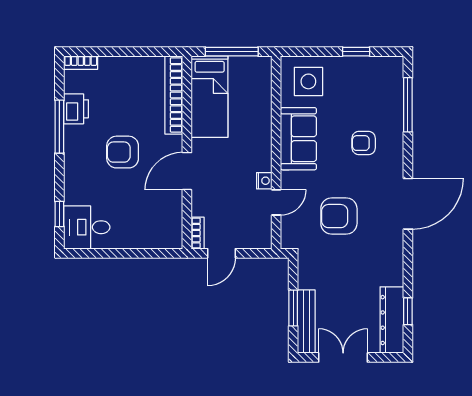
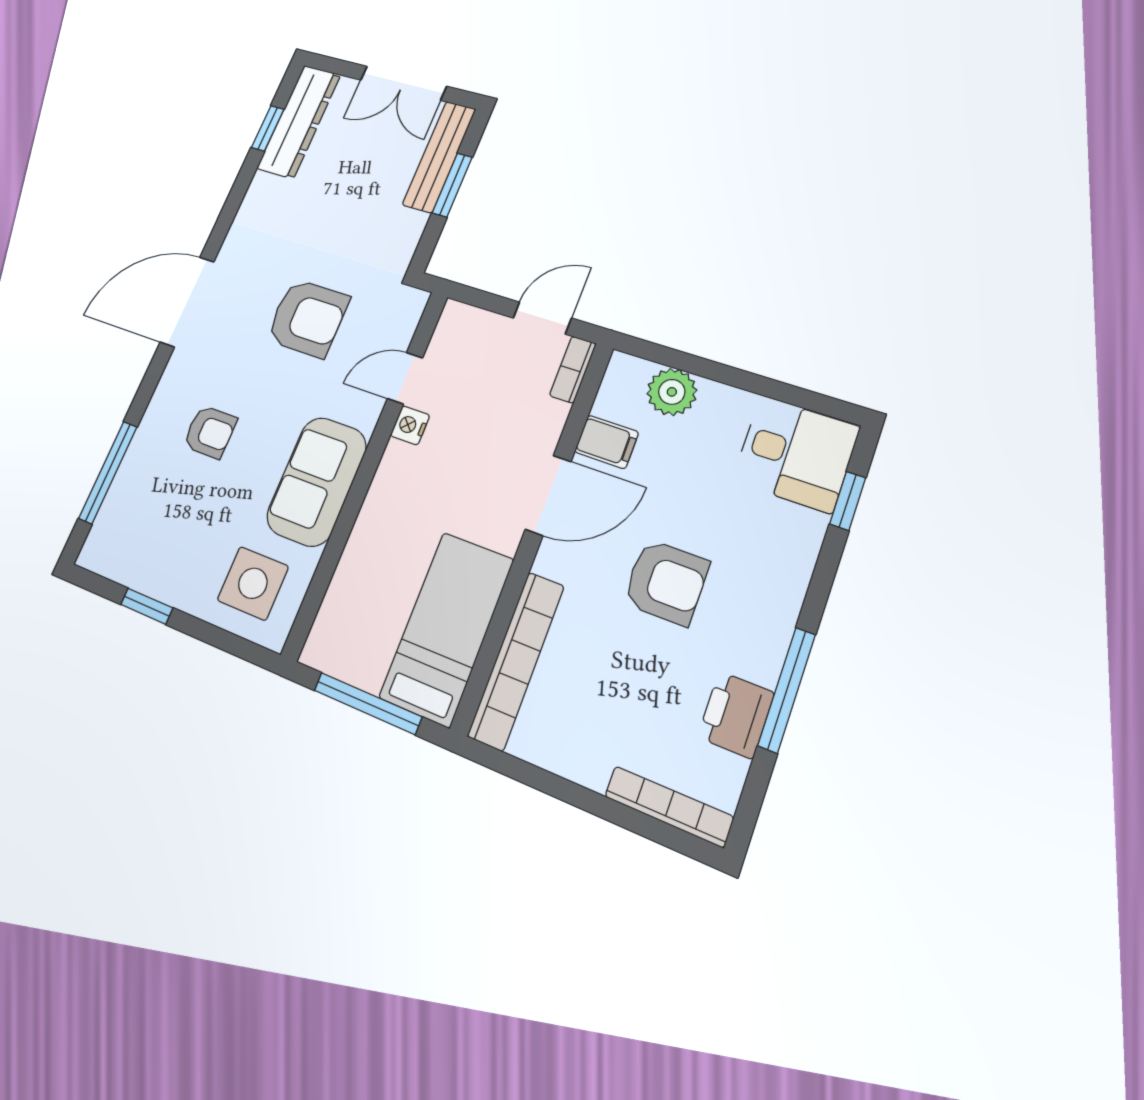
bookcase: (81, 63) -> (669, 807), width x1.56
filing cabinet: (170, 204) -> (607, 442), added
plant: (149, 237) -> (672, 392), added

